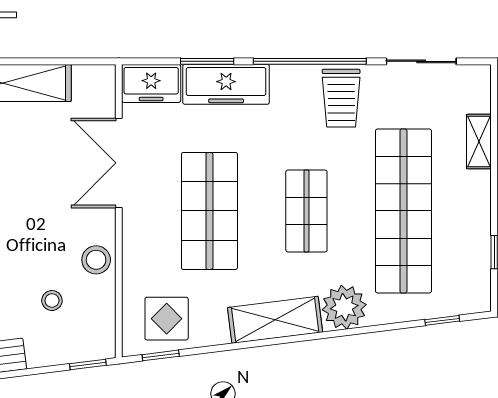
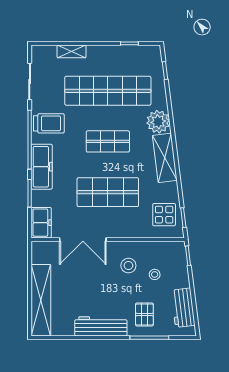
freezer: (226, 84) -> (42, 167), moved
stool: (96, 260) -> (128, 266), moved

